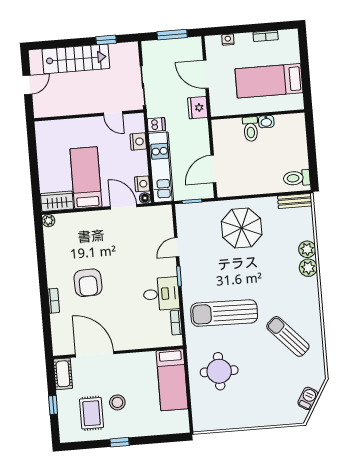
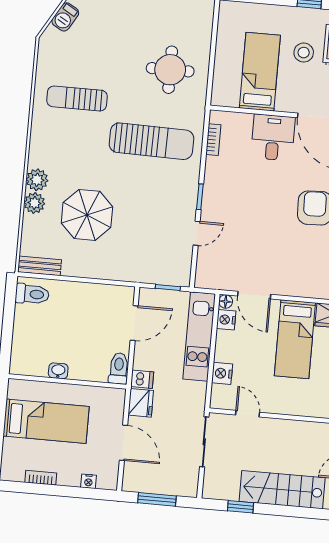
dishwasher: (156, 125) -> (142, 379), moved, turned 180
toilet: (251, 129) -> (119, 368), moved
parasol: (242, 228) -> (87, 215), moved
desk: (161, 294) -> (273, 137), moved, turned 90
sun lounger: (288, 336) -> (77, 98), turned 133
bed: (172, 380) -> (260, 72), moved

